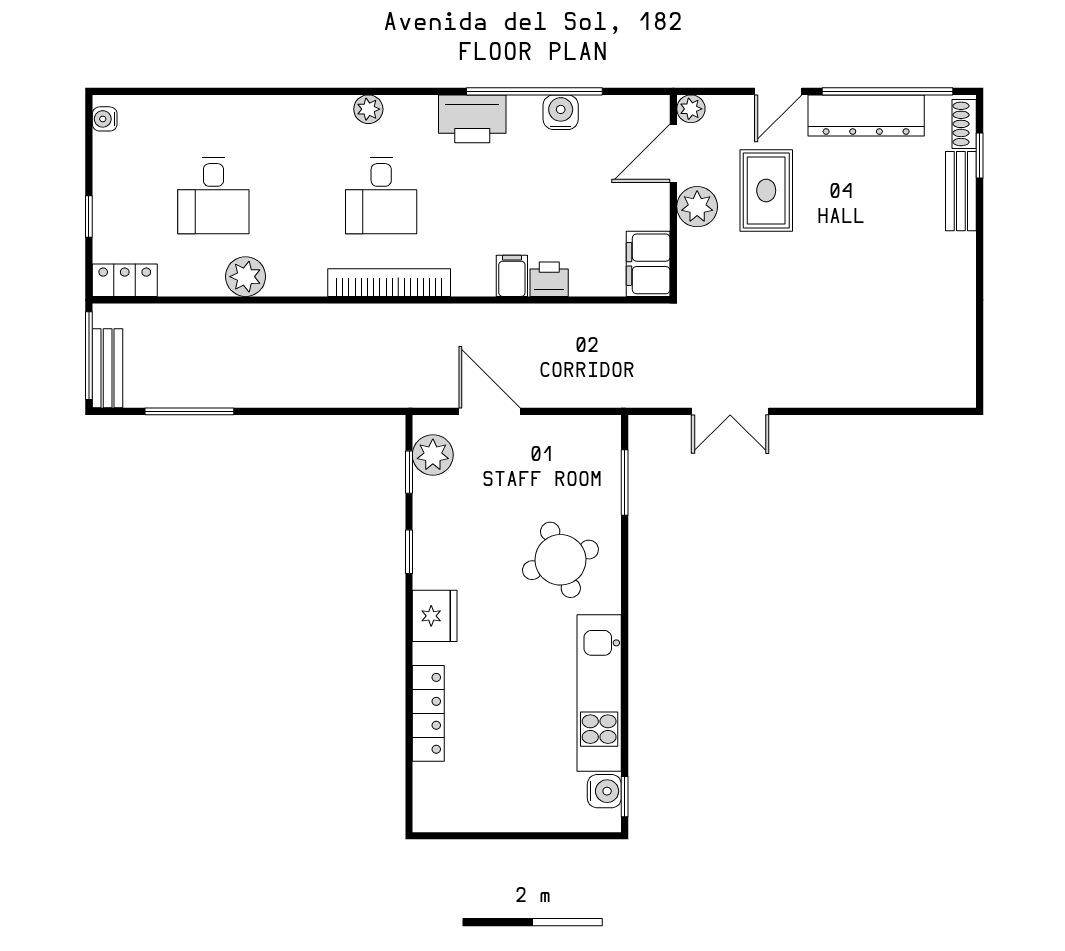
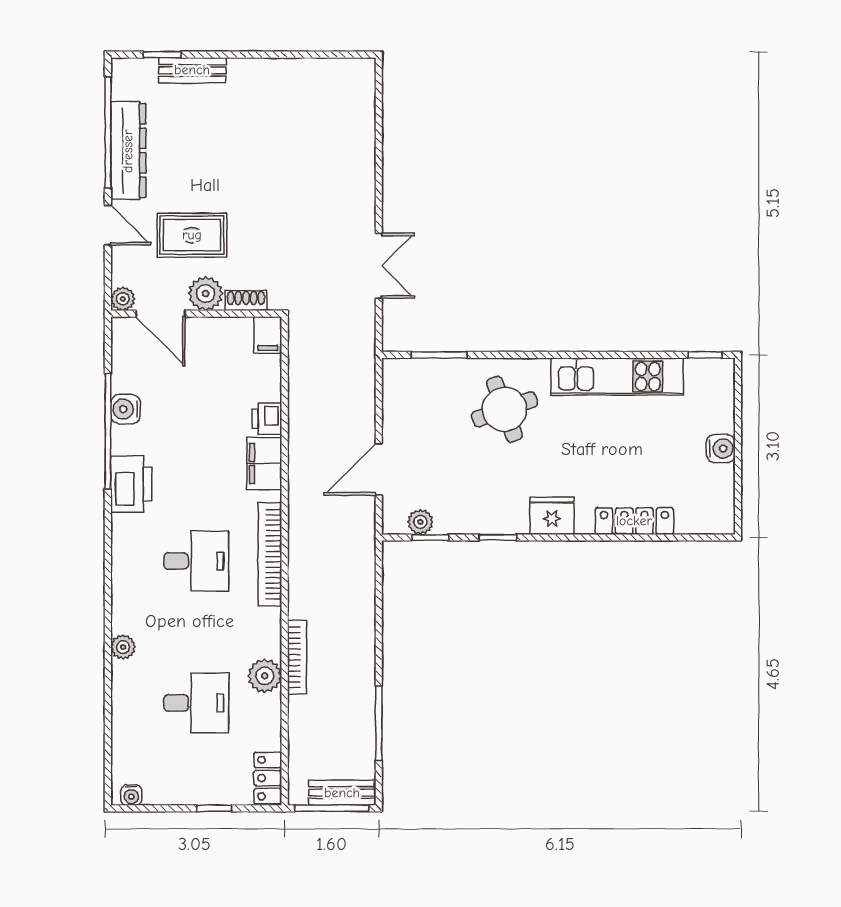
plant: (368, 109) -> (123, 647), moved
shoe rack: (964, 124) -> (246, 301), moved, turned 180
filing cabinet: (648, 264) -> (268, 335), width x0.50
filing cabinet: (512, 276) -> (264, 463), width x2.00
bookcase: (267, 315) -> (297, 657), added
plant: (433, 455) -> (420, 522), width x0.73, depth x0.73
water cooler: (604, 791) -> (721, 449), moved, turned 90

